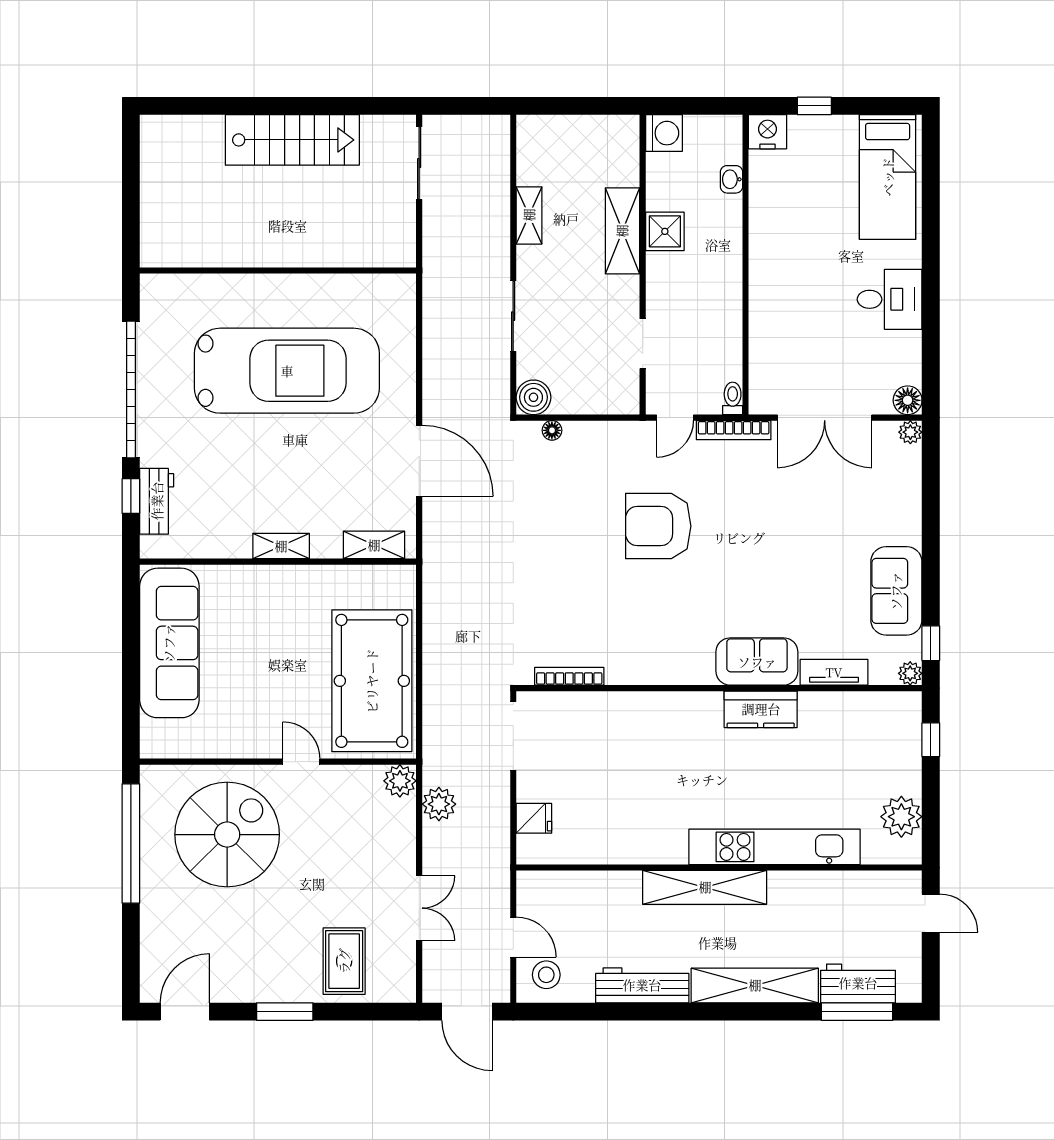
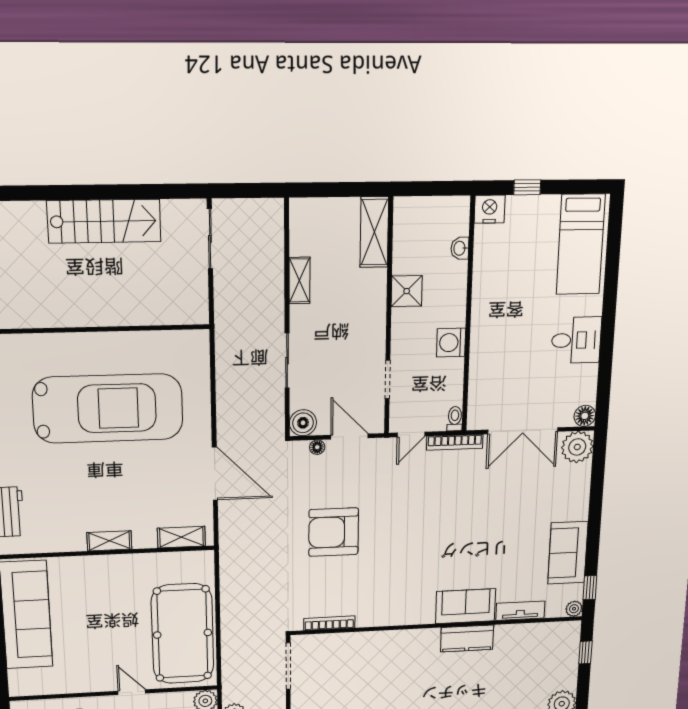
washing machine: (664, 133) -> (451, 343), moved, turned 180
shelving: (622, 231) -> (374, 232), moved
door: (594, 418) -> (349, 437), added
plant: (910, 432) -> (577, 447), width x1.88, depth x1.88
armchair: (658, 526) -> (334, 532), moved

